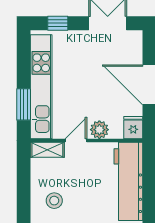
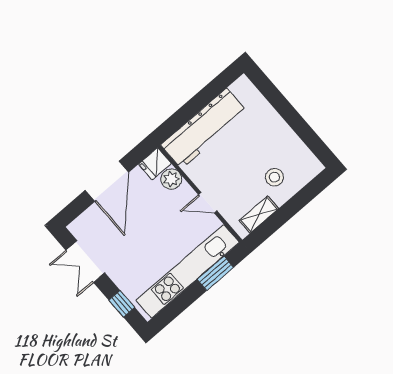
plant: (99, 130) -> (171, 179), moved
shelving: (47, 150) -> (259, 215), moved, turned 90

